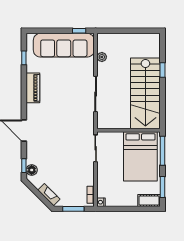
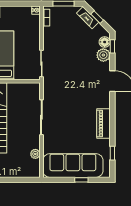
window: (79, 31) -> (81, 180), moved
plant: (33, 157) -> (103, 55), added
window: (39, 195) -> (97, 17), added

